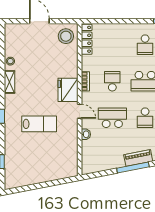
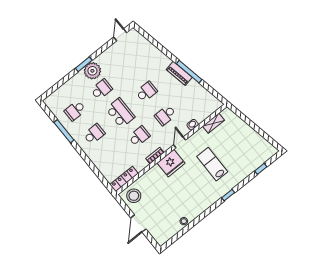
school desk: (112, 81) -> (139, 136), turned 180
shelving: (10, 82) -> (214, 123), moved
school desk: (112, 118) -> (165, 115), width x0.54

